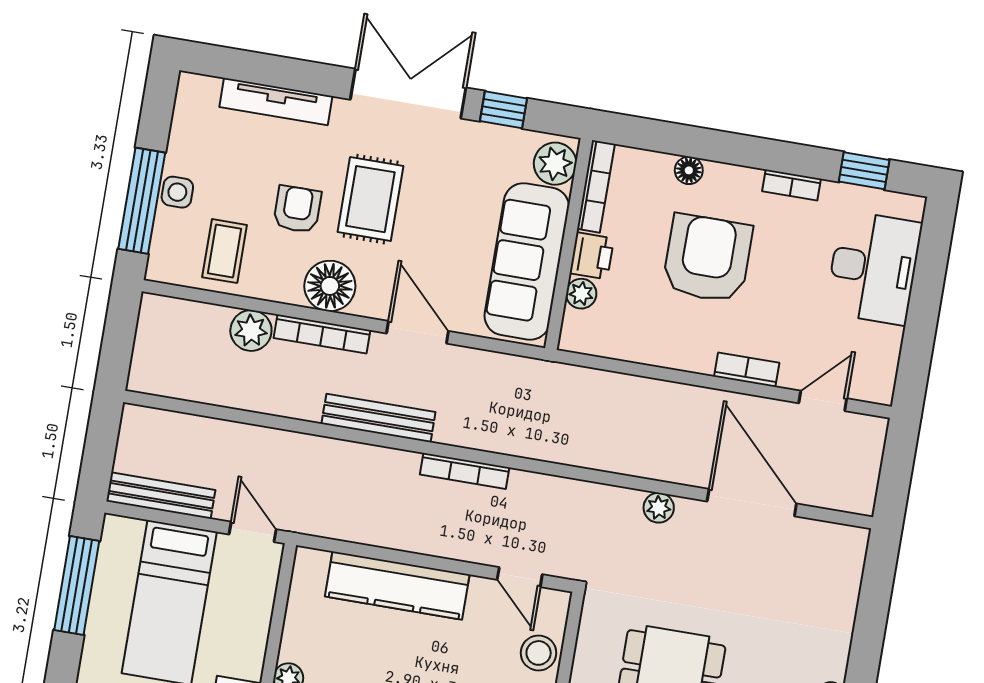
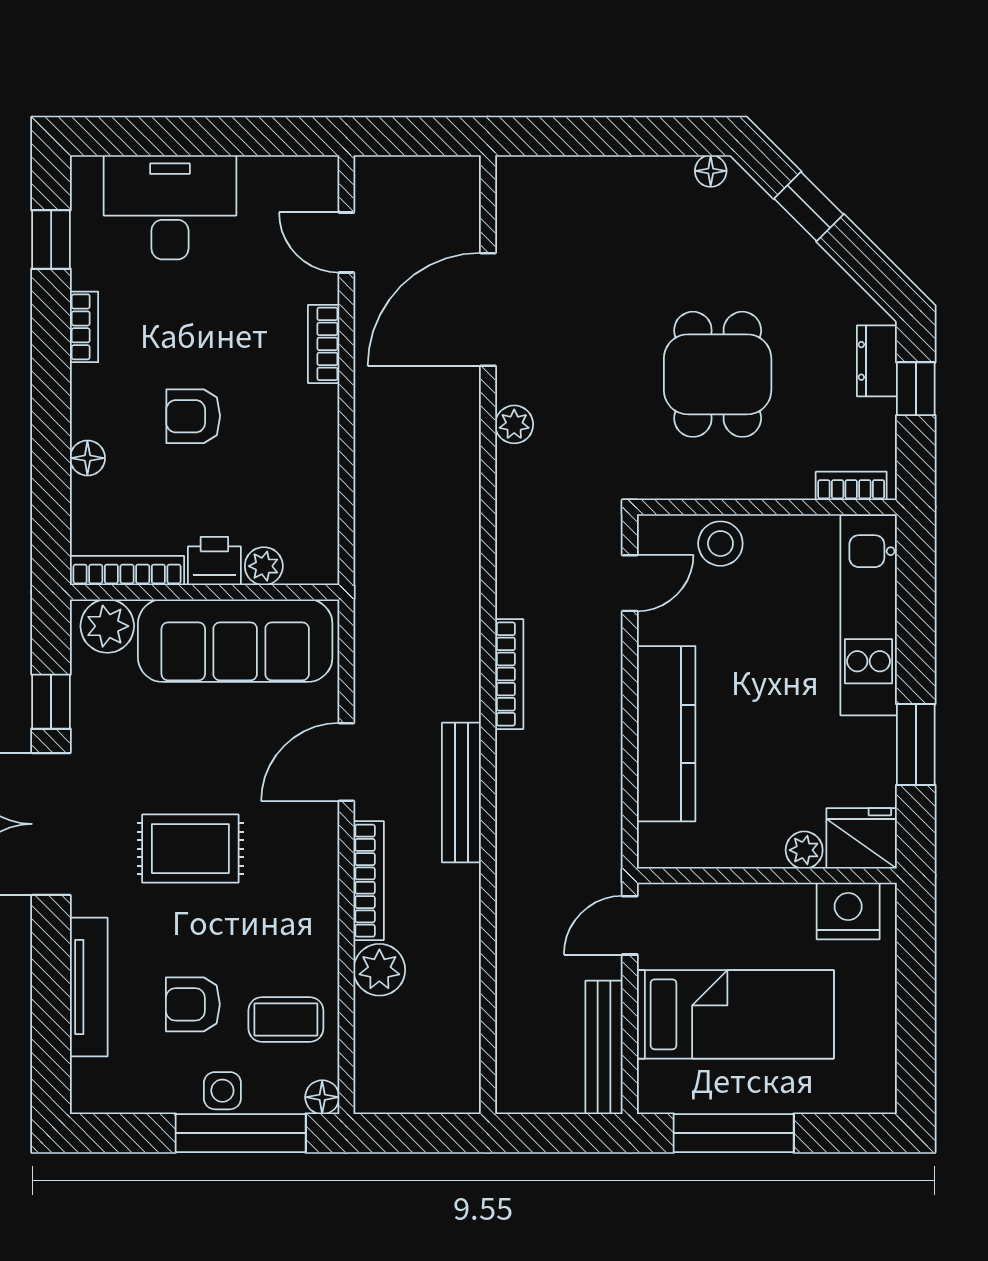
armchair: (297, 209) -> (193, 1004), moved
armchair: (707, 258) -> (193, 416), width x0.53, depth x0.53
floor lamp: (330, 286) -> (322, 1097), moved, width x0.53, depth x0.53

